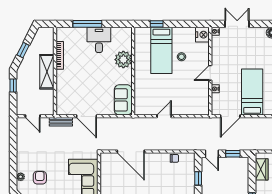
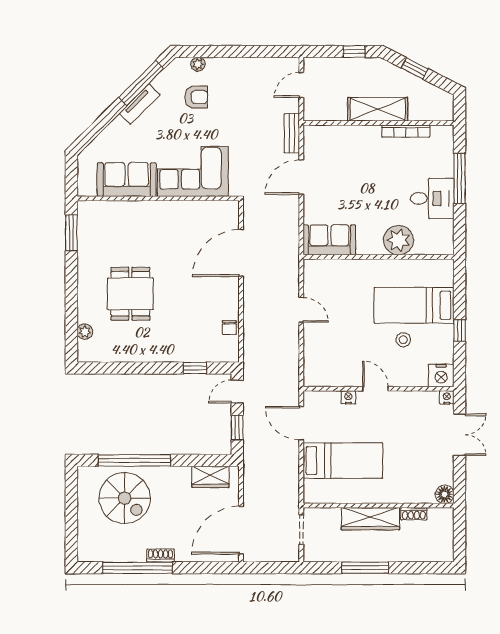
window: (157, 24) -> (460, 330), moved

